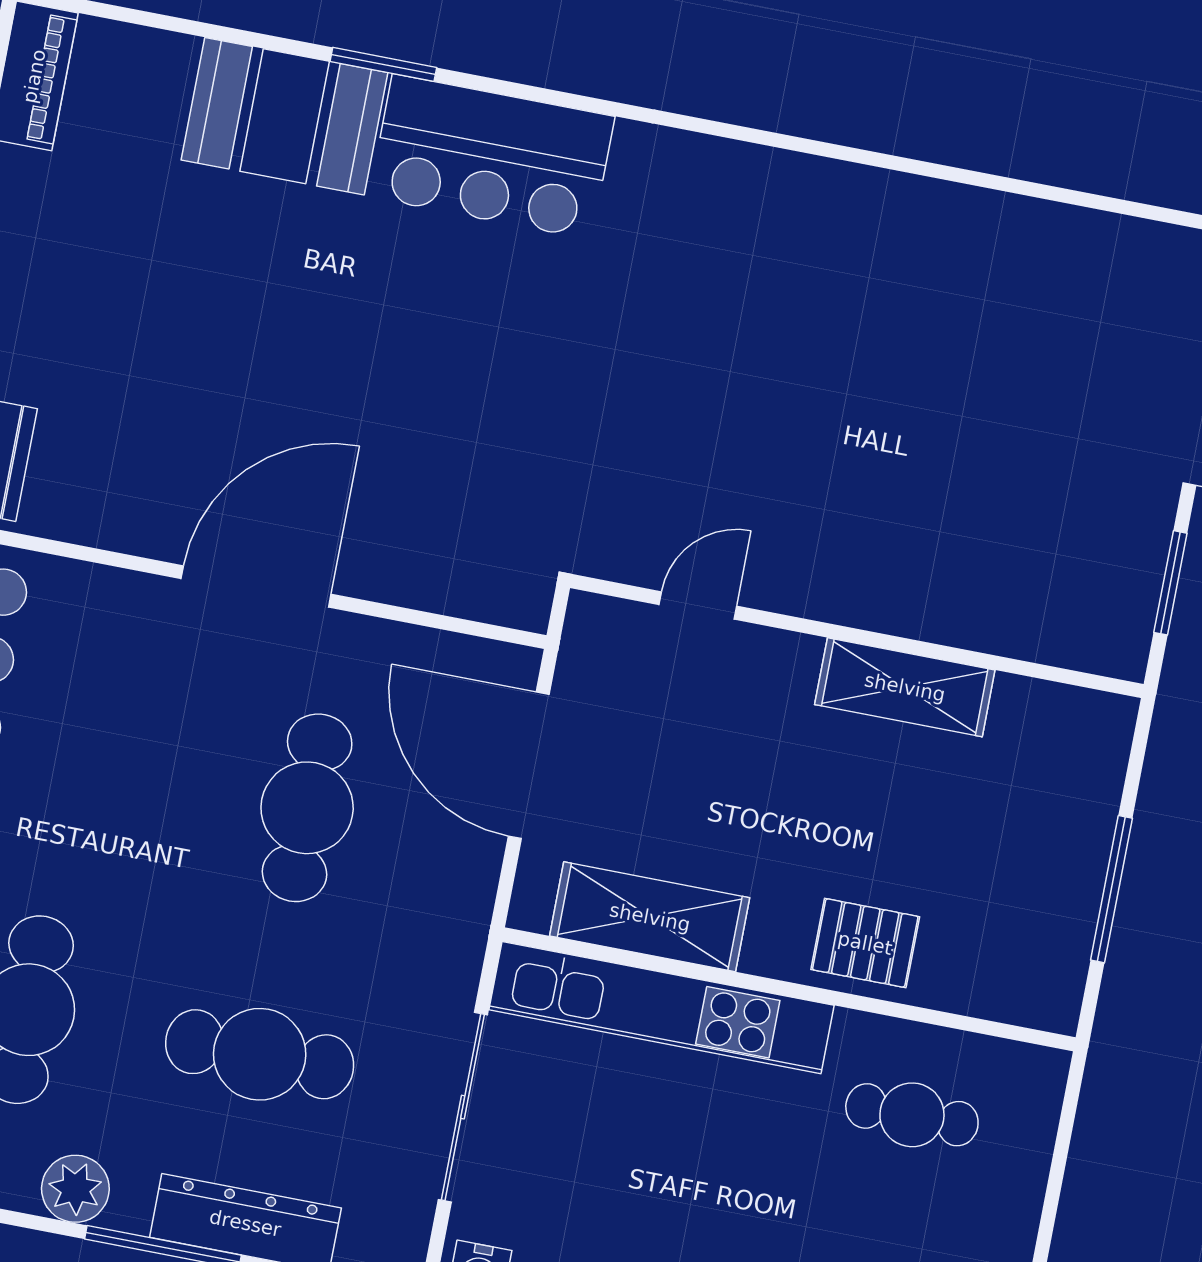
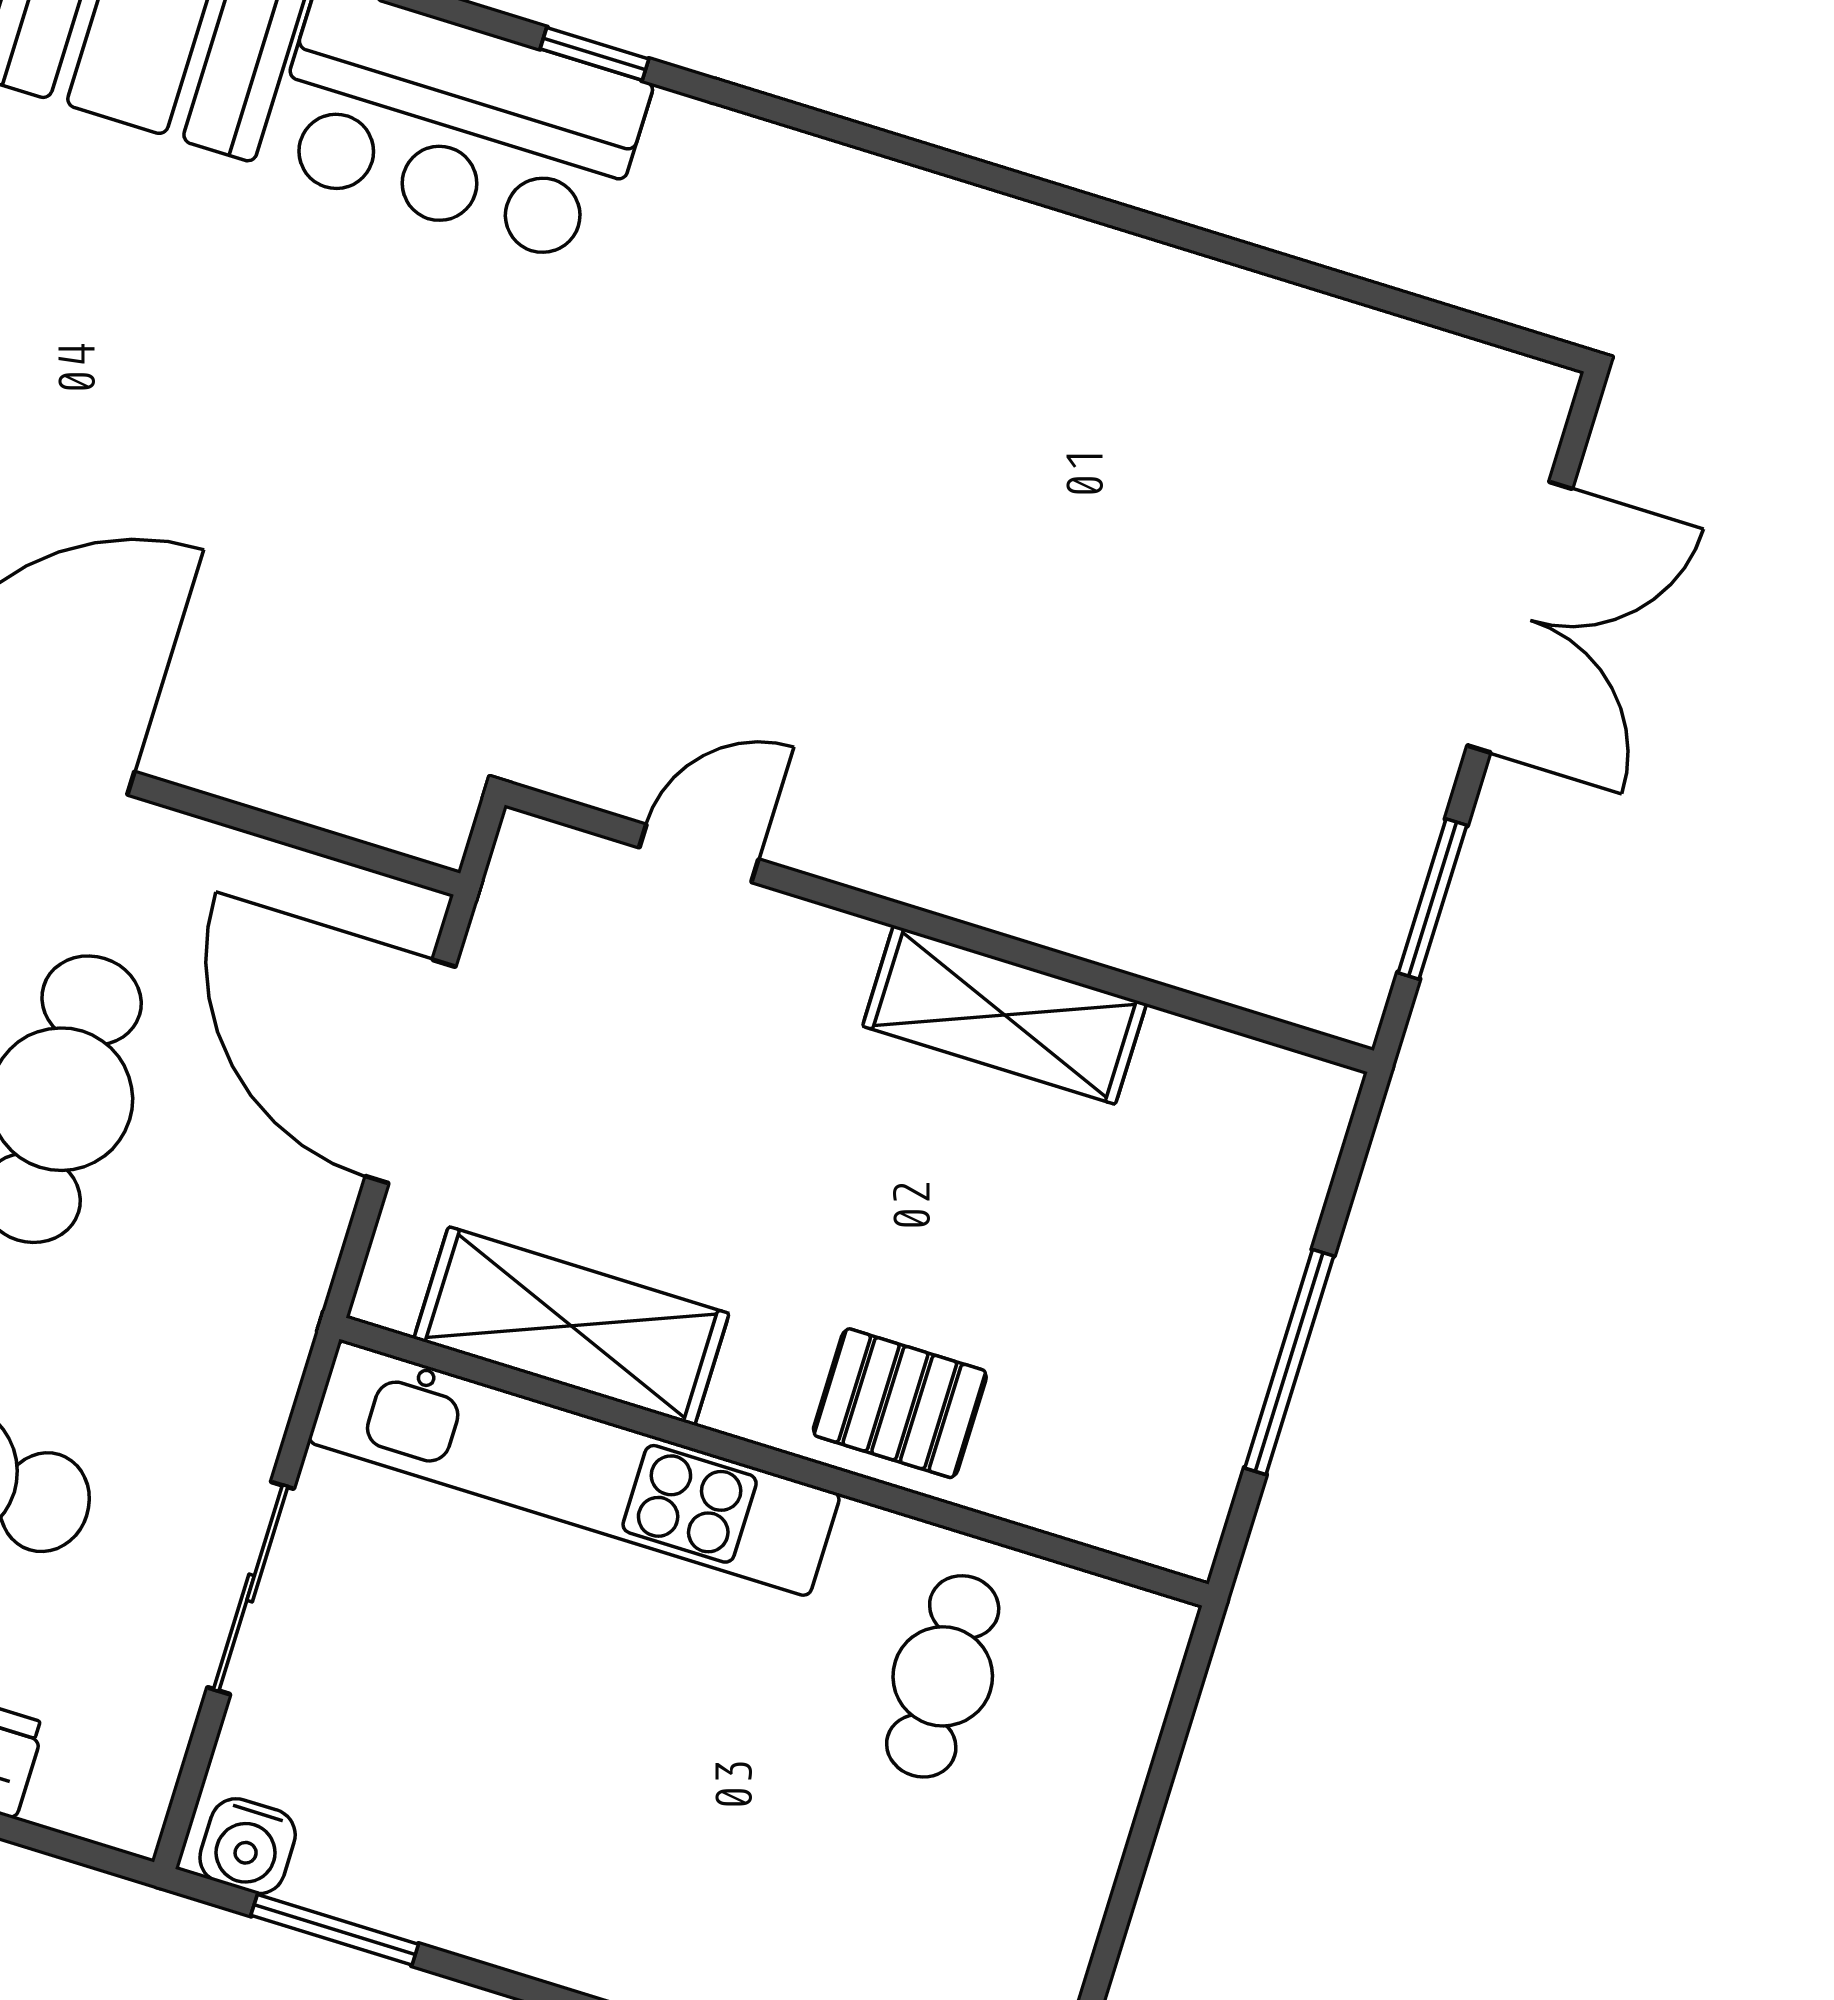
window: (575, 101) -> (594, 54), added
sliding door: (463, 1107) -> (251, 1588), width x0.73
cafe table: (912, 1115) -> (943, 1676), turned 90

